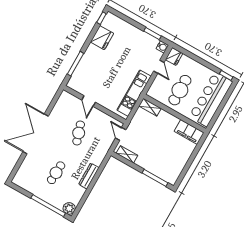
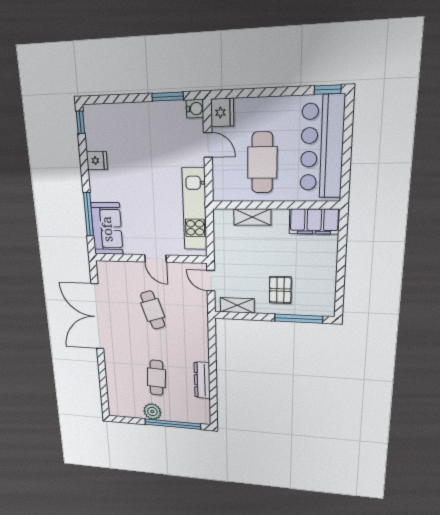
fridge: (102, 38) -> (97, 161), width x0.53, depth x0.75
sofa: (81, 77) -> (107, 229), added
door: (88, 101) -> (155, 258), moved
shelving: (150, 107) -> (252, 217), moved
double door: (36, 134) -> (97, 317), moved
pallet: (154, 158) -> (280, 290), added
dresser: (89, 176) -> (202, 380), moved
plant: (69, 208) -> (152, 412), moved

